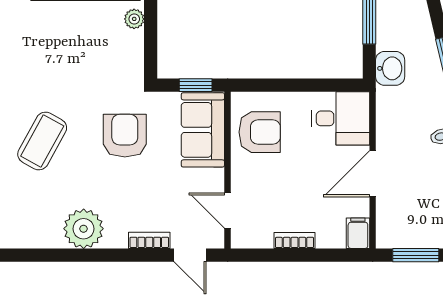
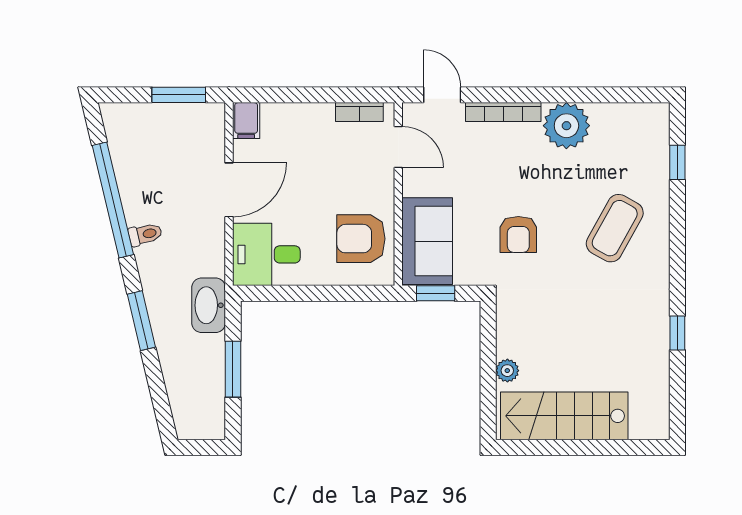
washbasin: (390, 68) -> (209, 305), width x1.38
armchair: (125, 136) -> (518, 234), width x0.72, depth x0.72
bookcase: (149, 240) -> (503, 112), width x1.56
bookcase: (295, 240) -> (359, 112), moved

